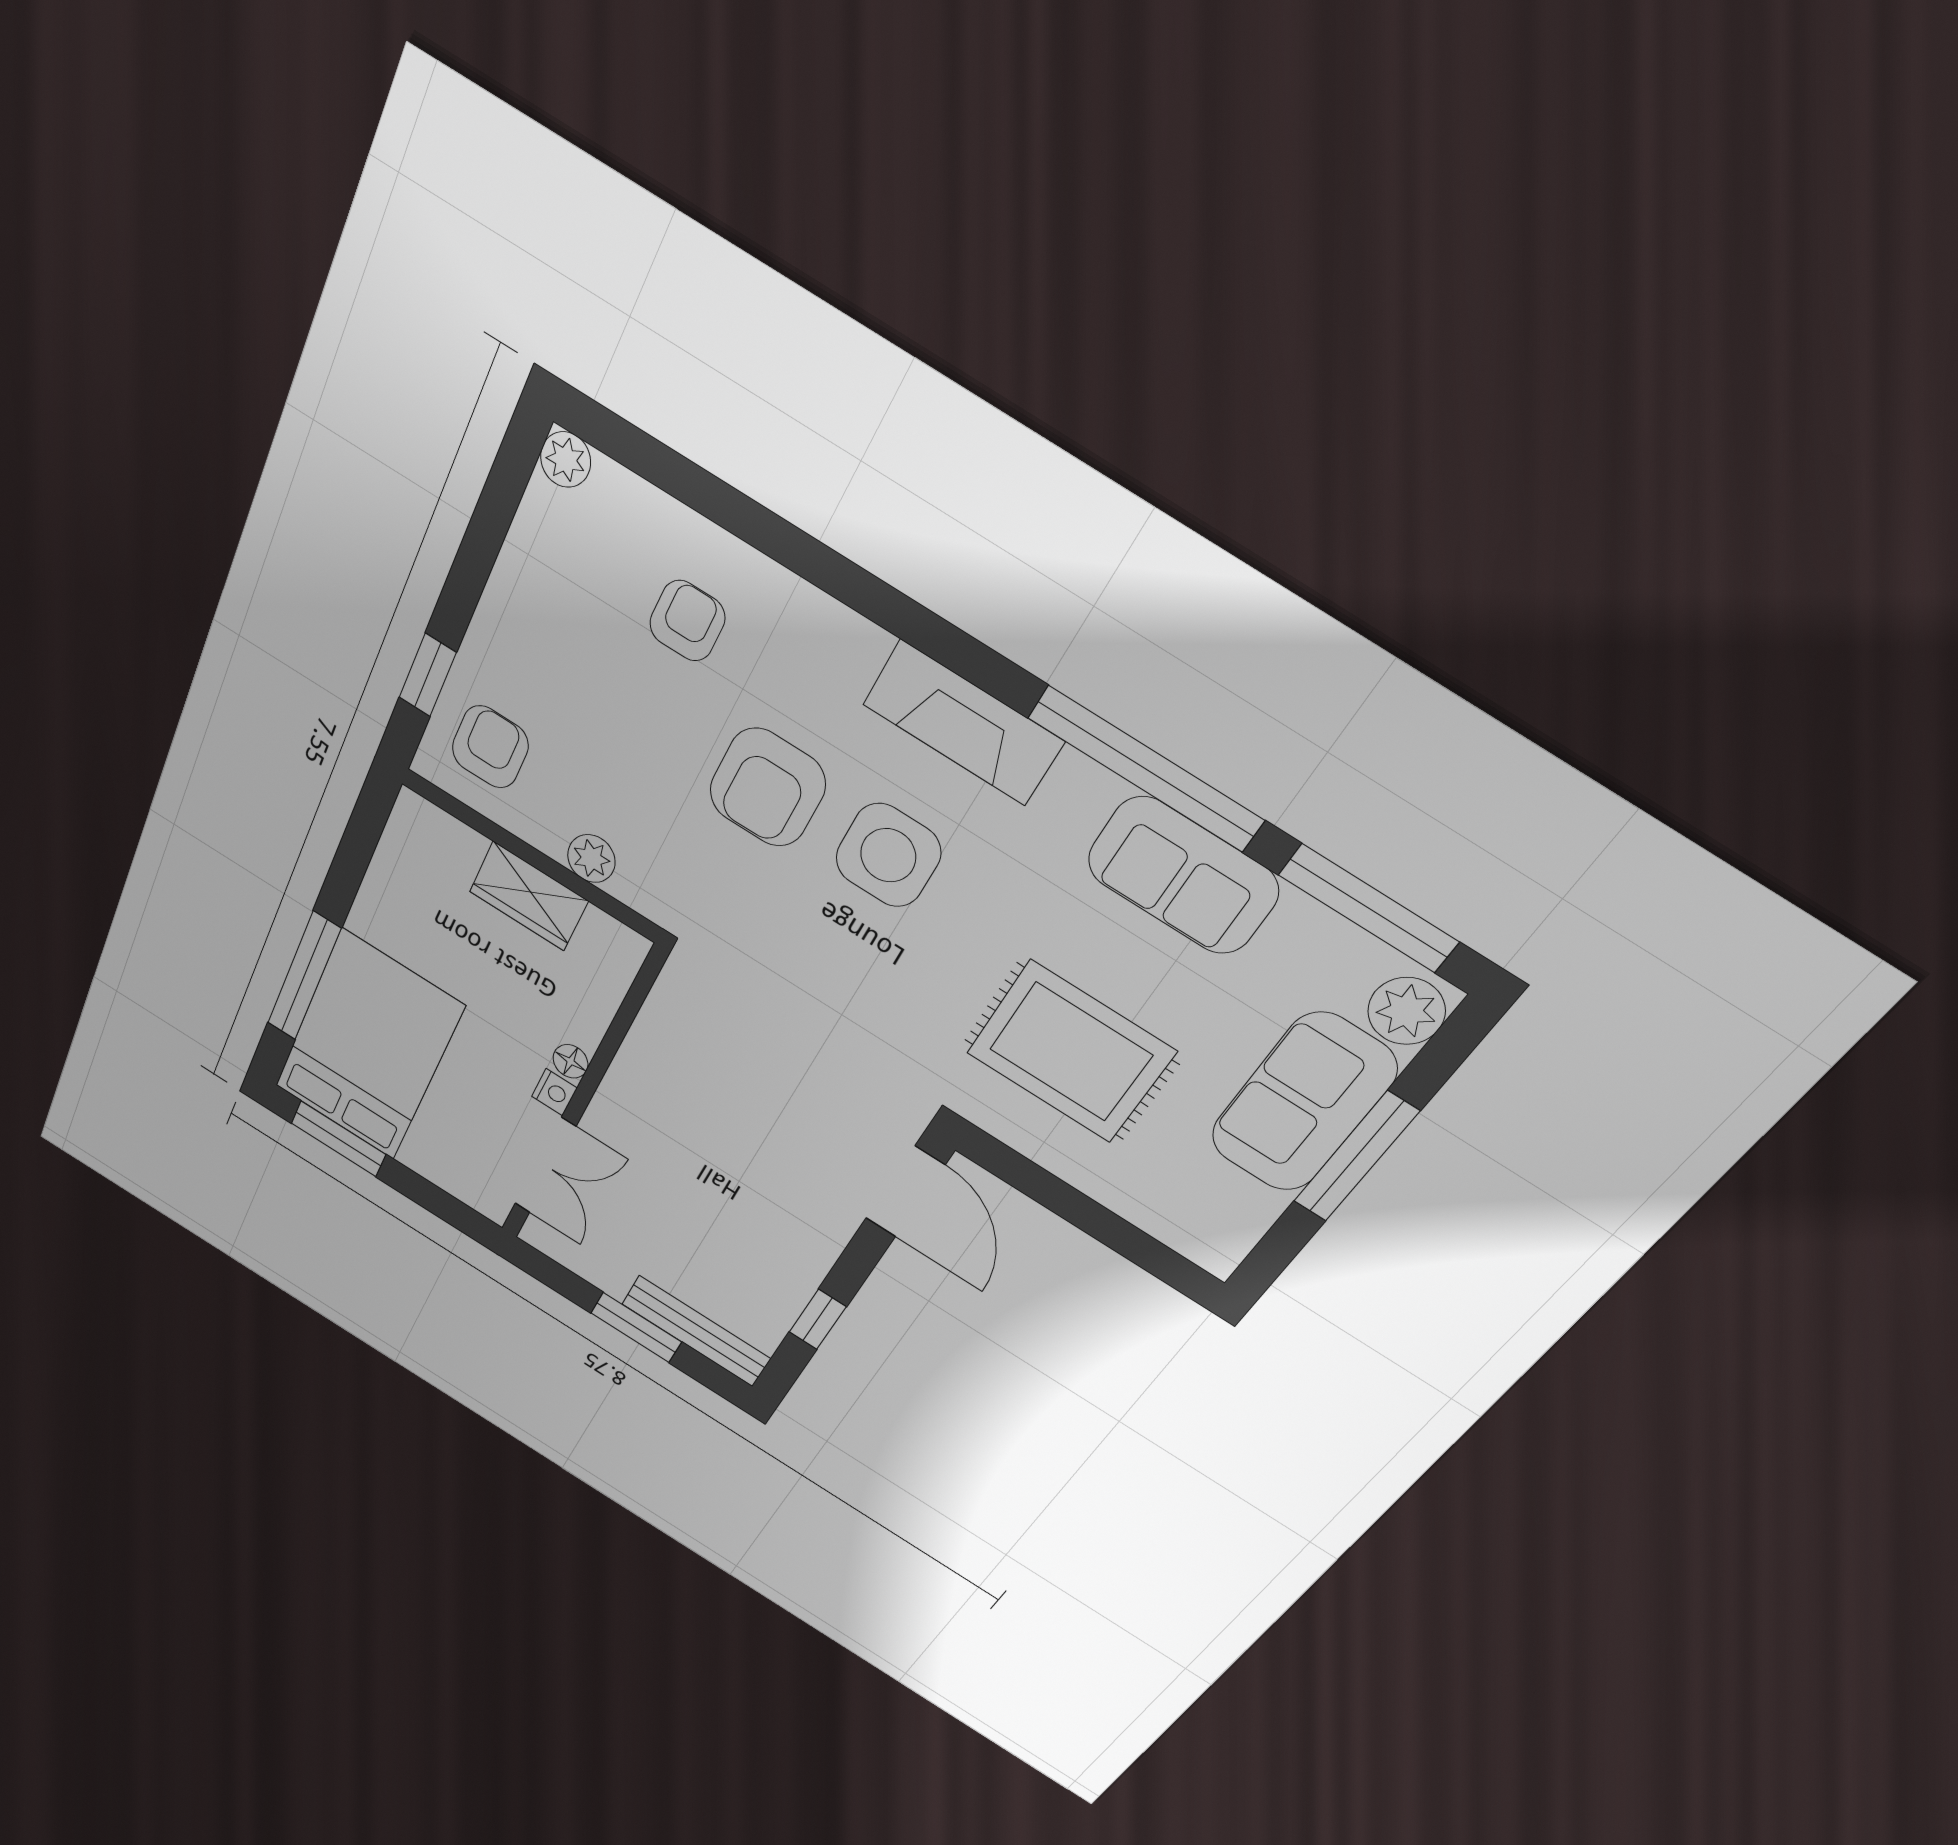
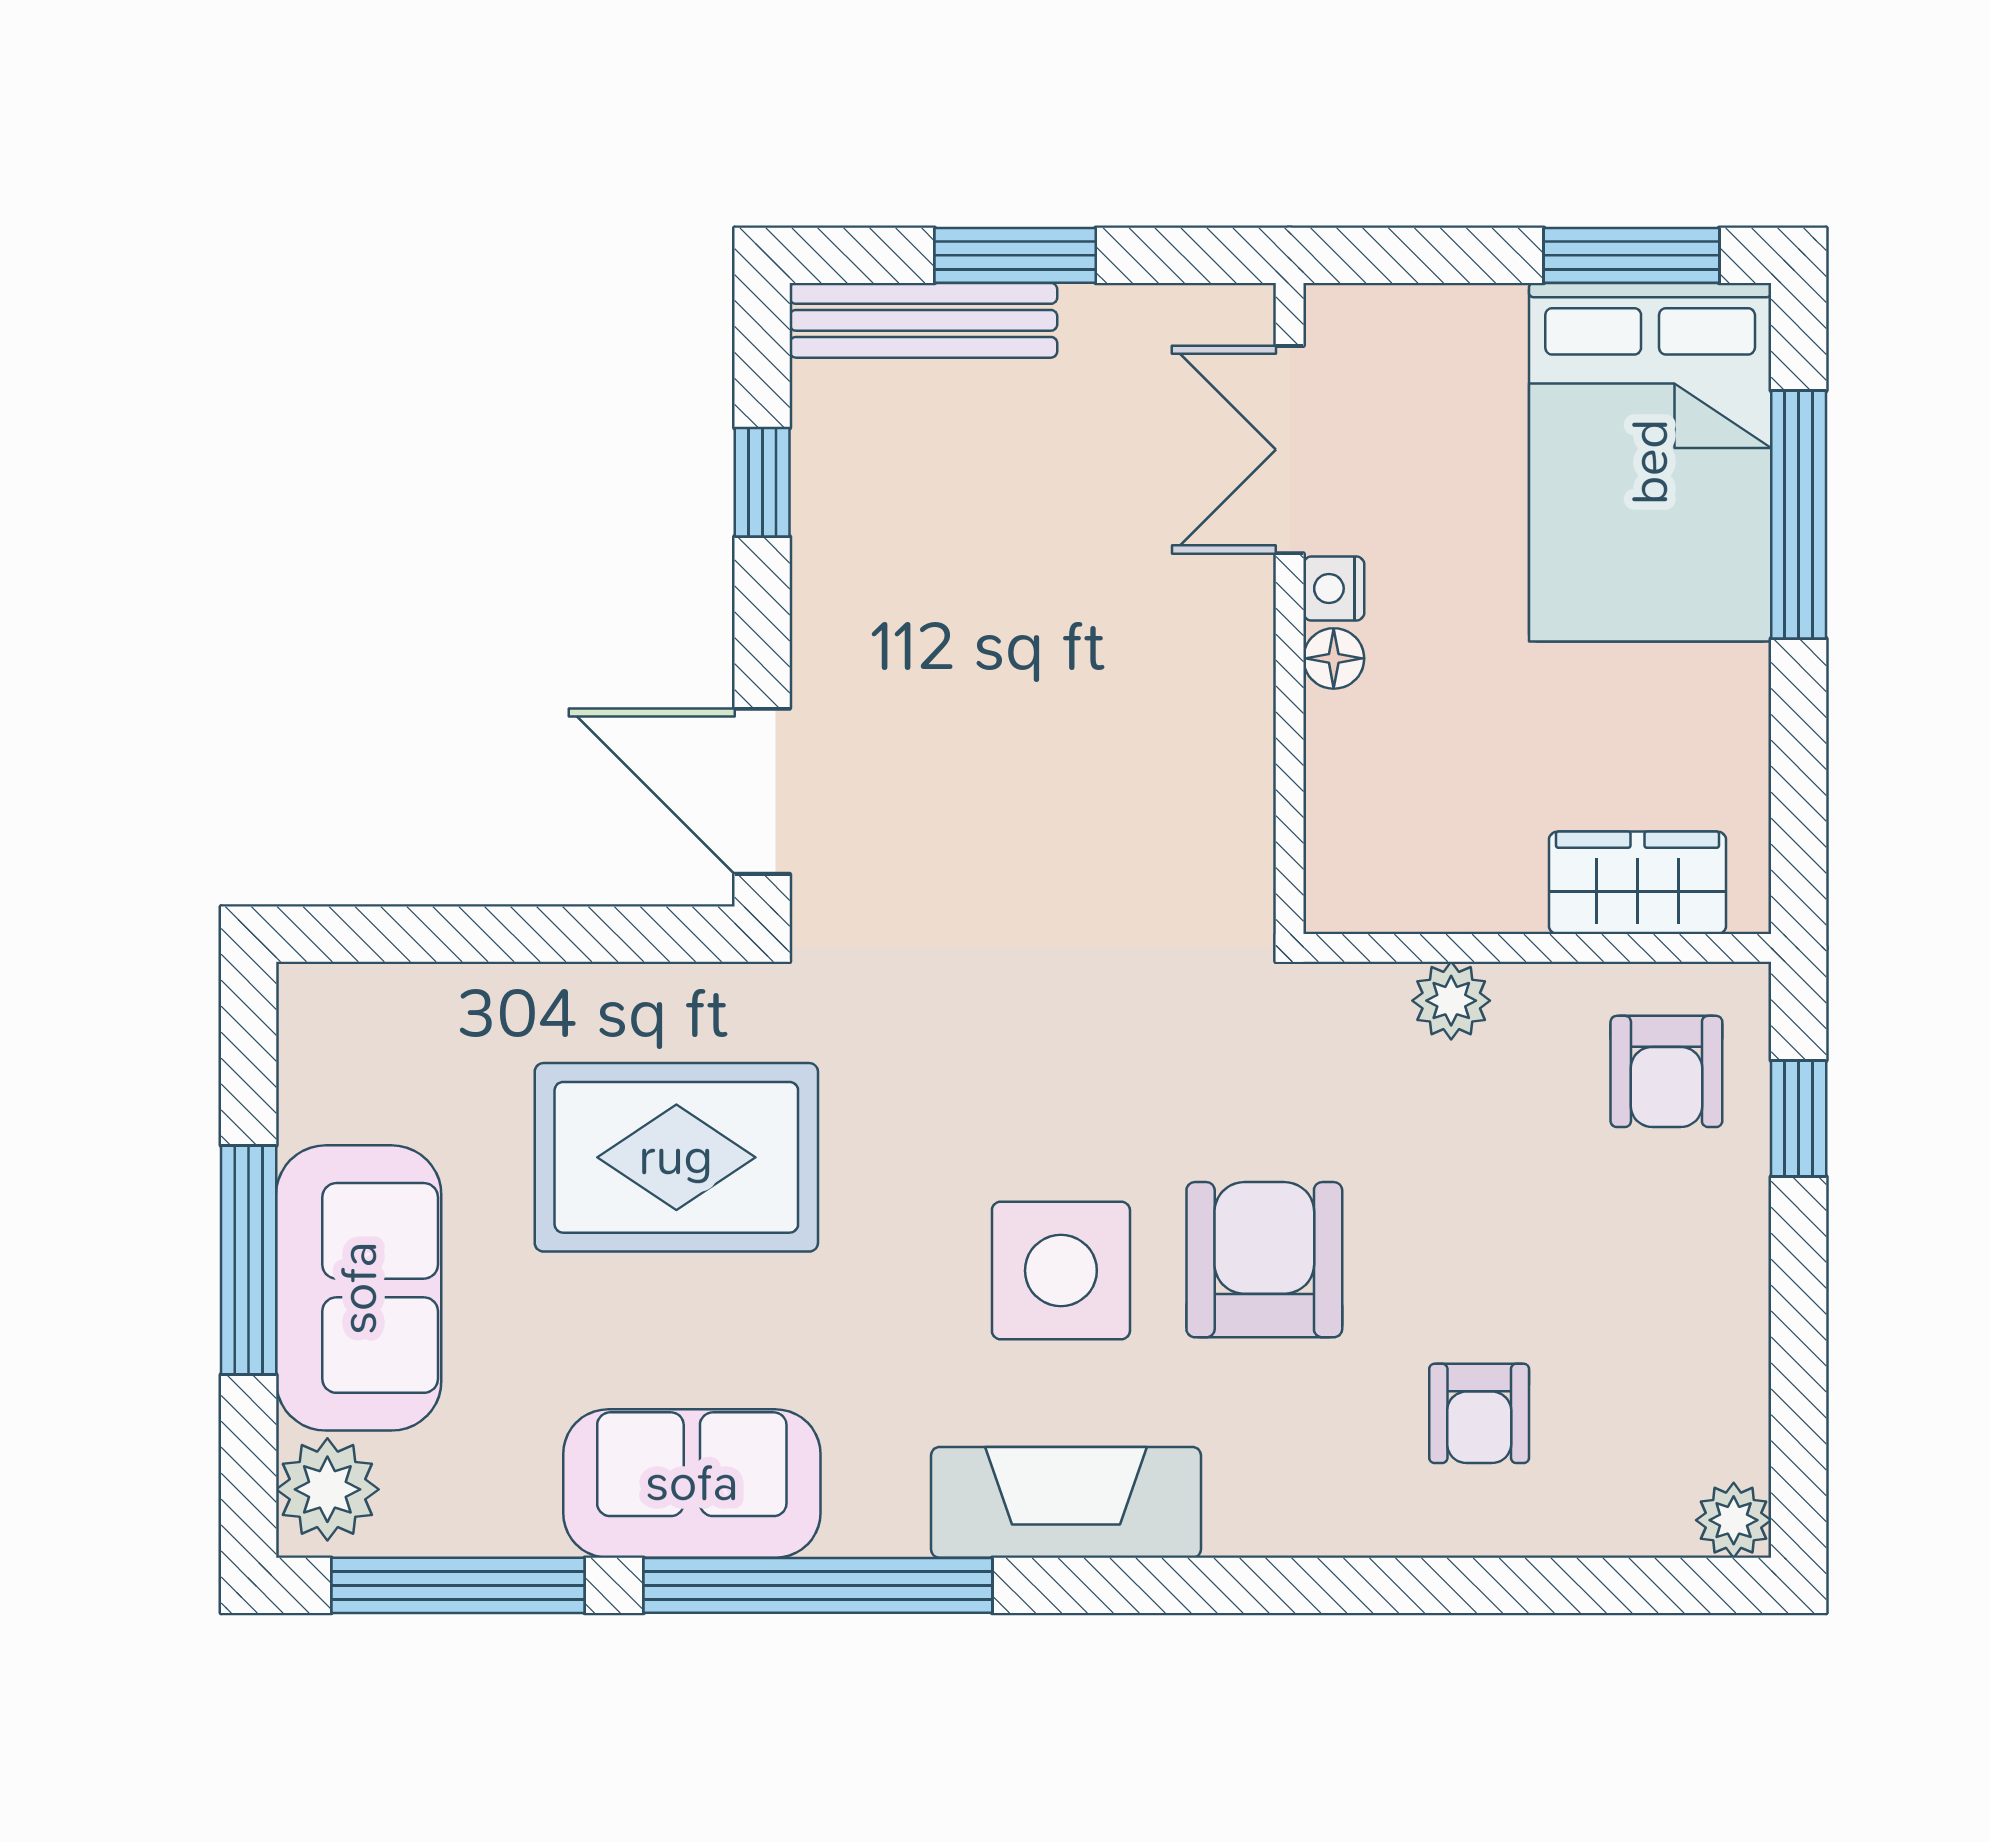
wardrobe: (529, 896) -> (1637, 883), moved

